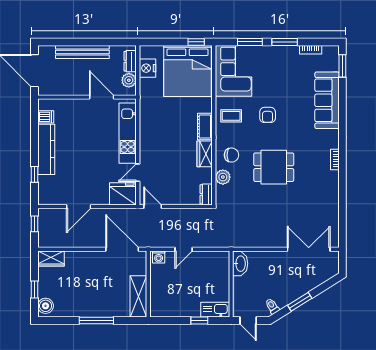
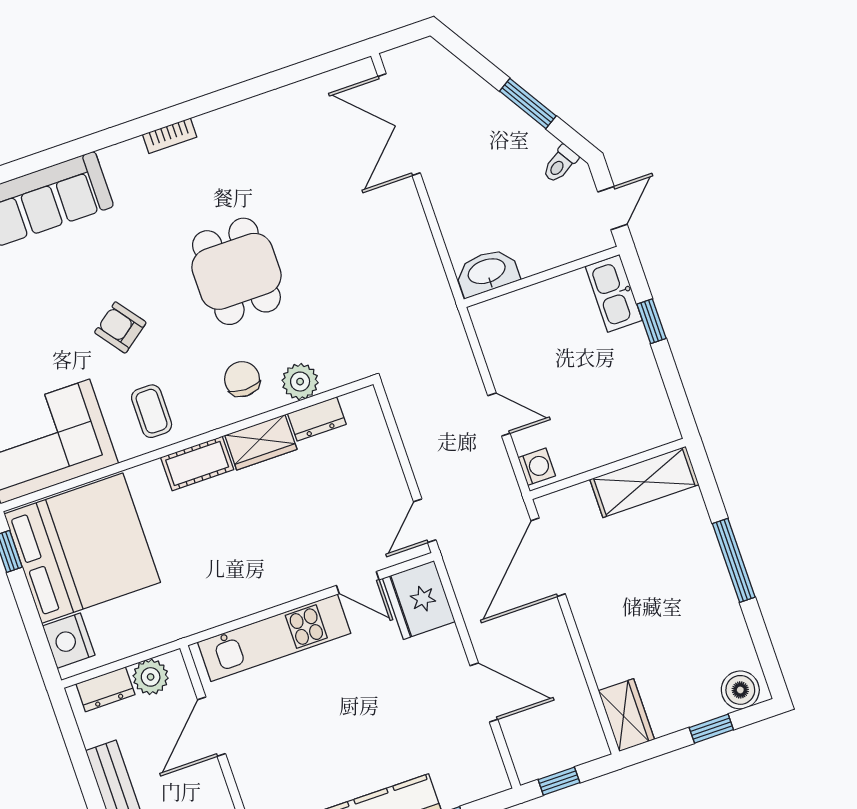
nightstand: (147, 68) -> (69, 641), moved, turned 90
armchair: (268, 115) -> (120, 327), turned -127
dresser: (206, 194) -> (317, 419), moved

